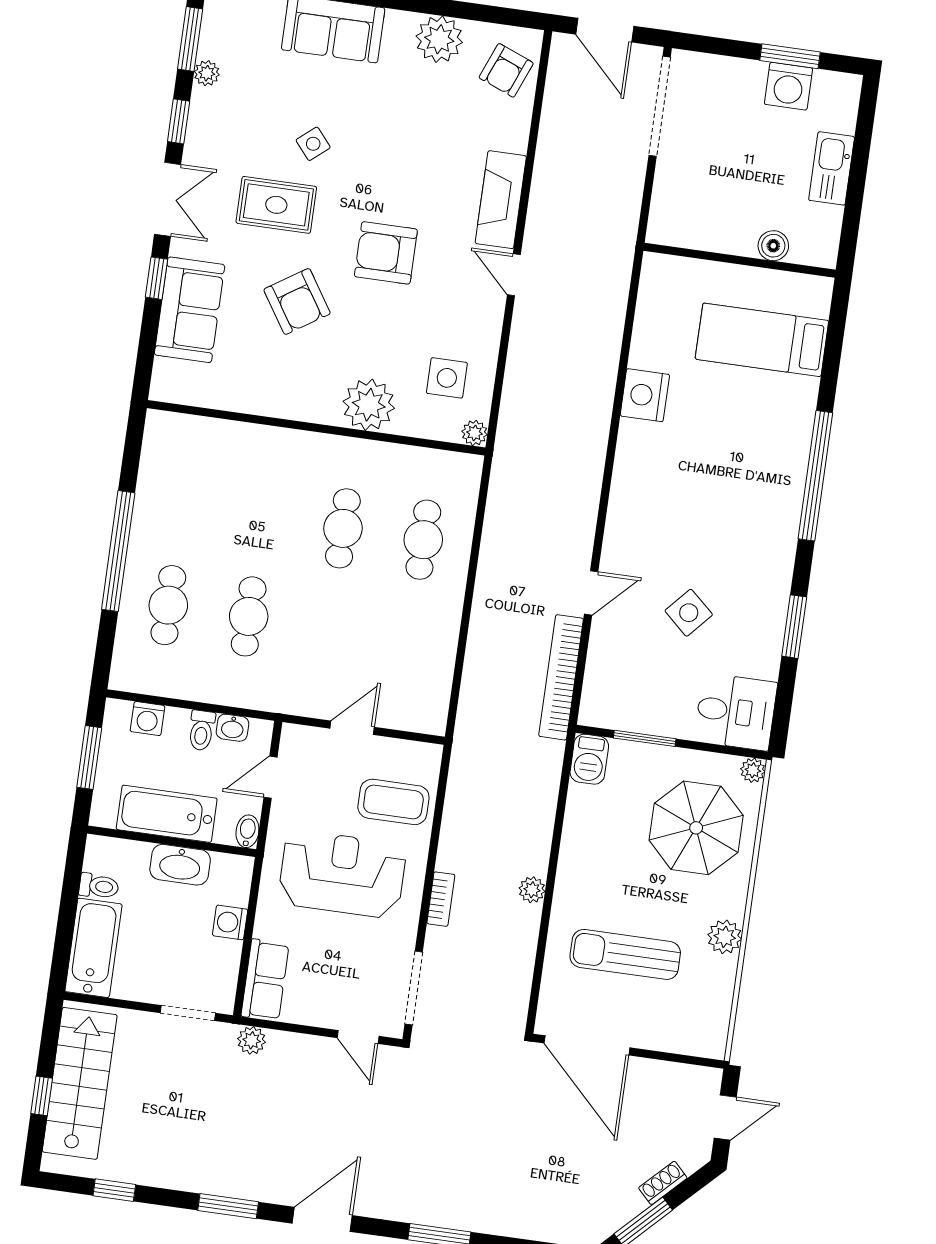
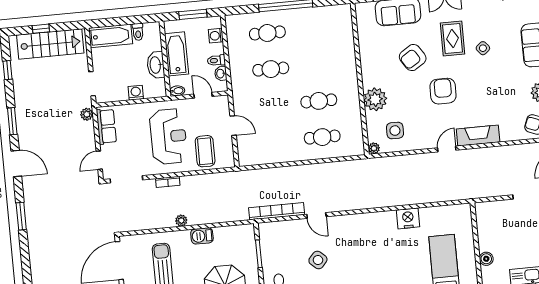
barbecue: (589, 759) -> (202, 236), moved
row of seats: (265, 980) -> (106, 126), moved, turned -90

